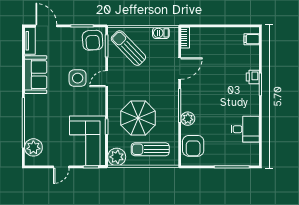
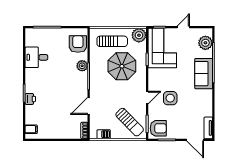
armchair: (93, 40) -> (158, 128), turned 94
sofa: (36, 75) -> (204, 74), moved

